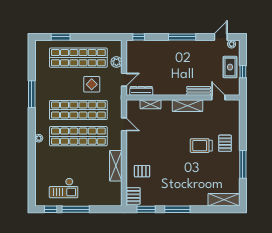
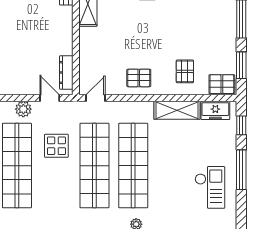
shelving: (151, 104) -> (86, 59), removed
door: (124, 124) -> (95, 98), moved
pallet: (138, 140) -> (139, 78), added
freezer: (116, 192) -> (215, 110), added
window: (51, 209) -> (241, 125), moved

